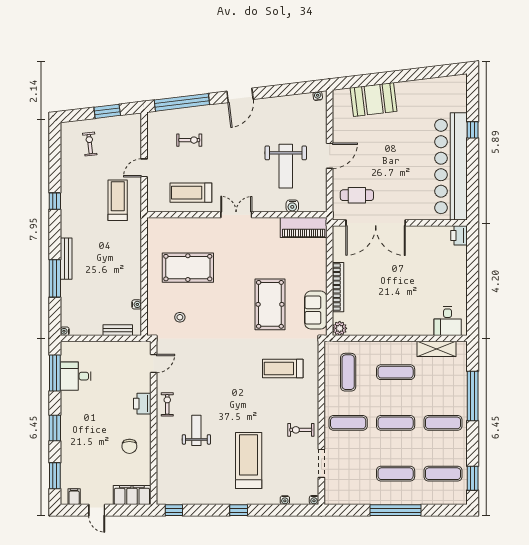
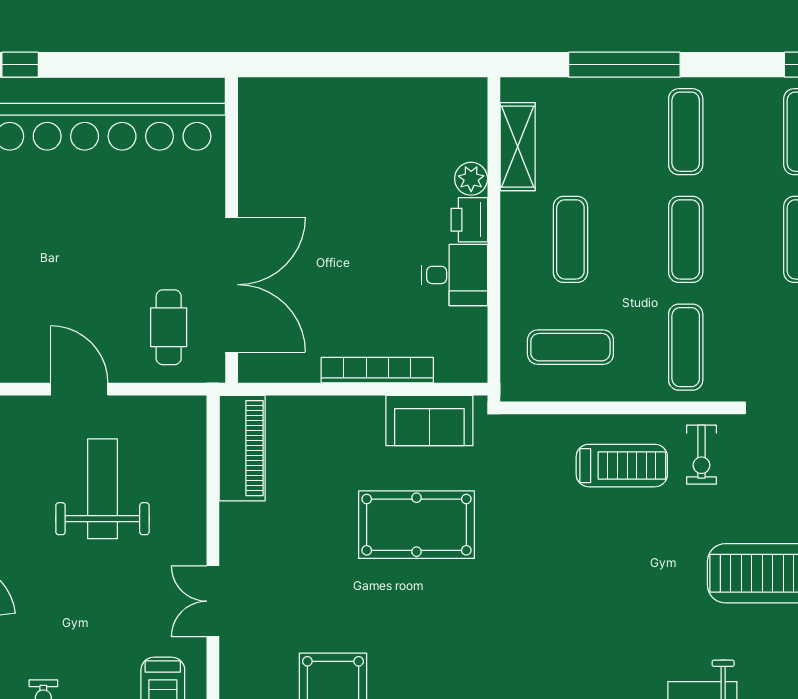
weight bench: (286, 166) -> (102, 489), turned -90
water cooler: (292, 206) -> (193, 474), removed
printer: (459, 235) -> (469, 220), moved, turned 90
desk: (448, 321) -> (454, 275), moved
plant: (340, 328) -> (471, 179), moved
treadmill: (283, 368) -> (622, 466), moved, turned -90

